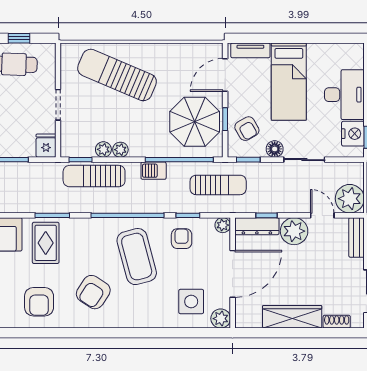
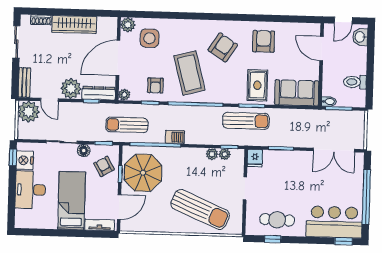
plant: (120, 150) -> (225, 154), moved
sun lounger: (94, 176) -> (246, 121), moved

